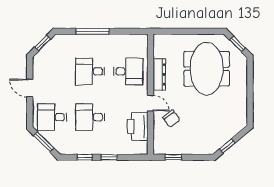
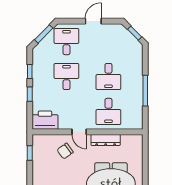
window: (92, 31) -> (145, 91), moved
desk: (90, 71) -> (108, 77), turned 180
door: (150, 103) -> (79, 132), hinge flipped
printer: (138, 127) -> (45, 120), moved

